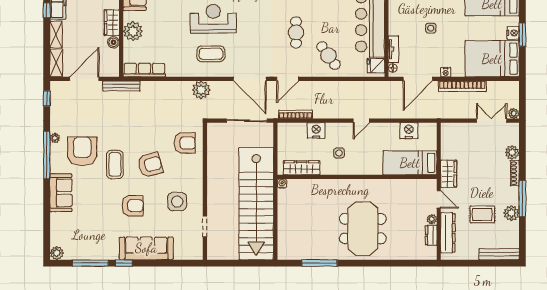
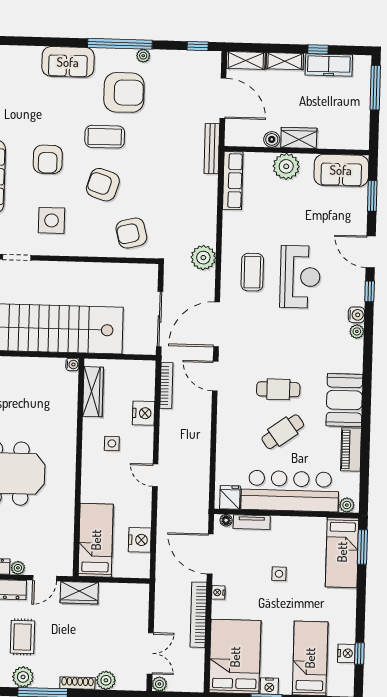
cafe table: (328, 56) -> (283, 432), moved
armchair: (185, 143) -> (131, 233), turned 76
armchair: (150, 165) -> (103, 185), turned 123

